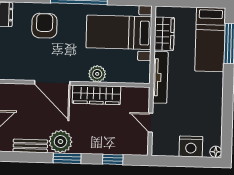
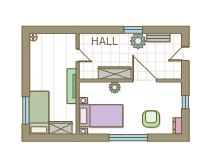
armchair: (44, 26) -> (151, 119), turned 180
wardrobe: (164, 34) -> (61, 128), moved, turned 90
nightstand: (191, 146) -> (50, 40), removed
window: (113, 159) -> (102, 30), removed

